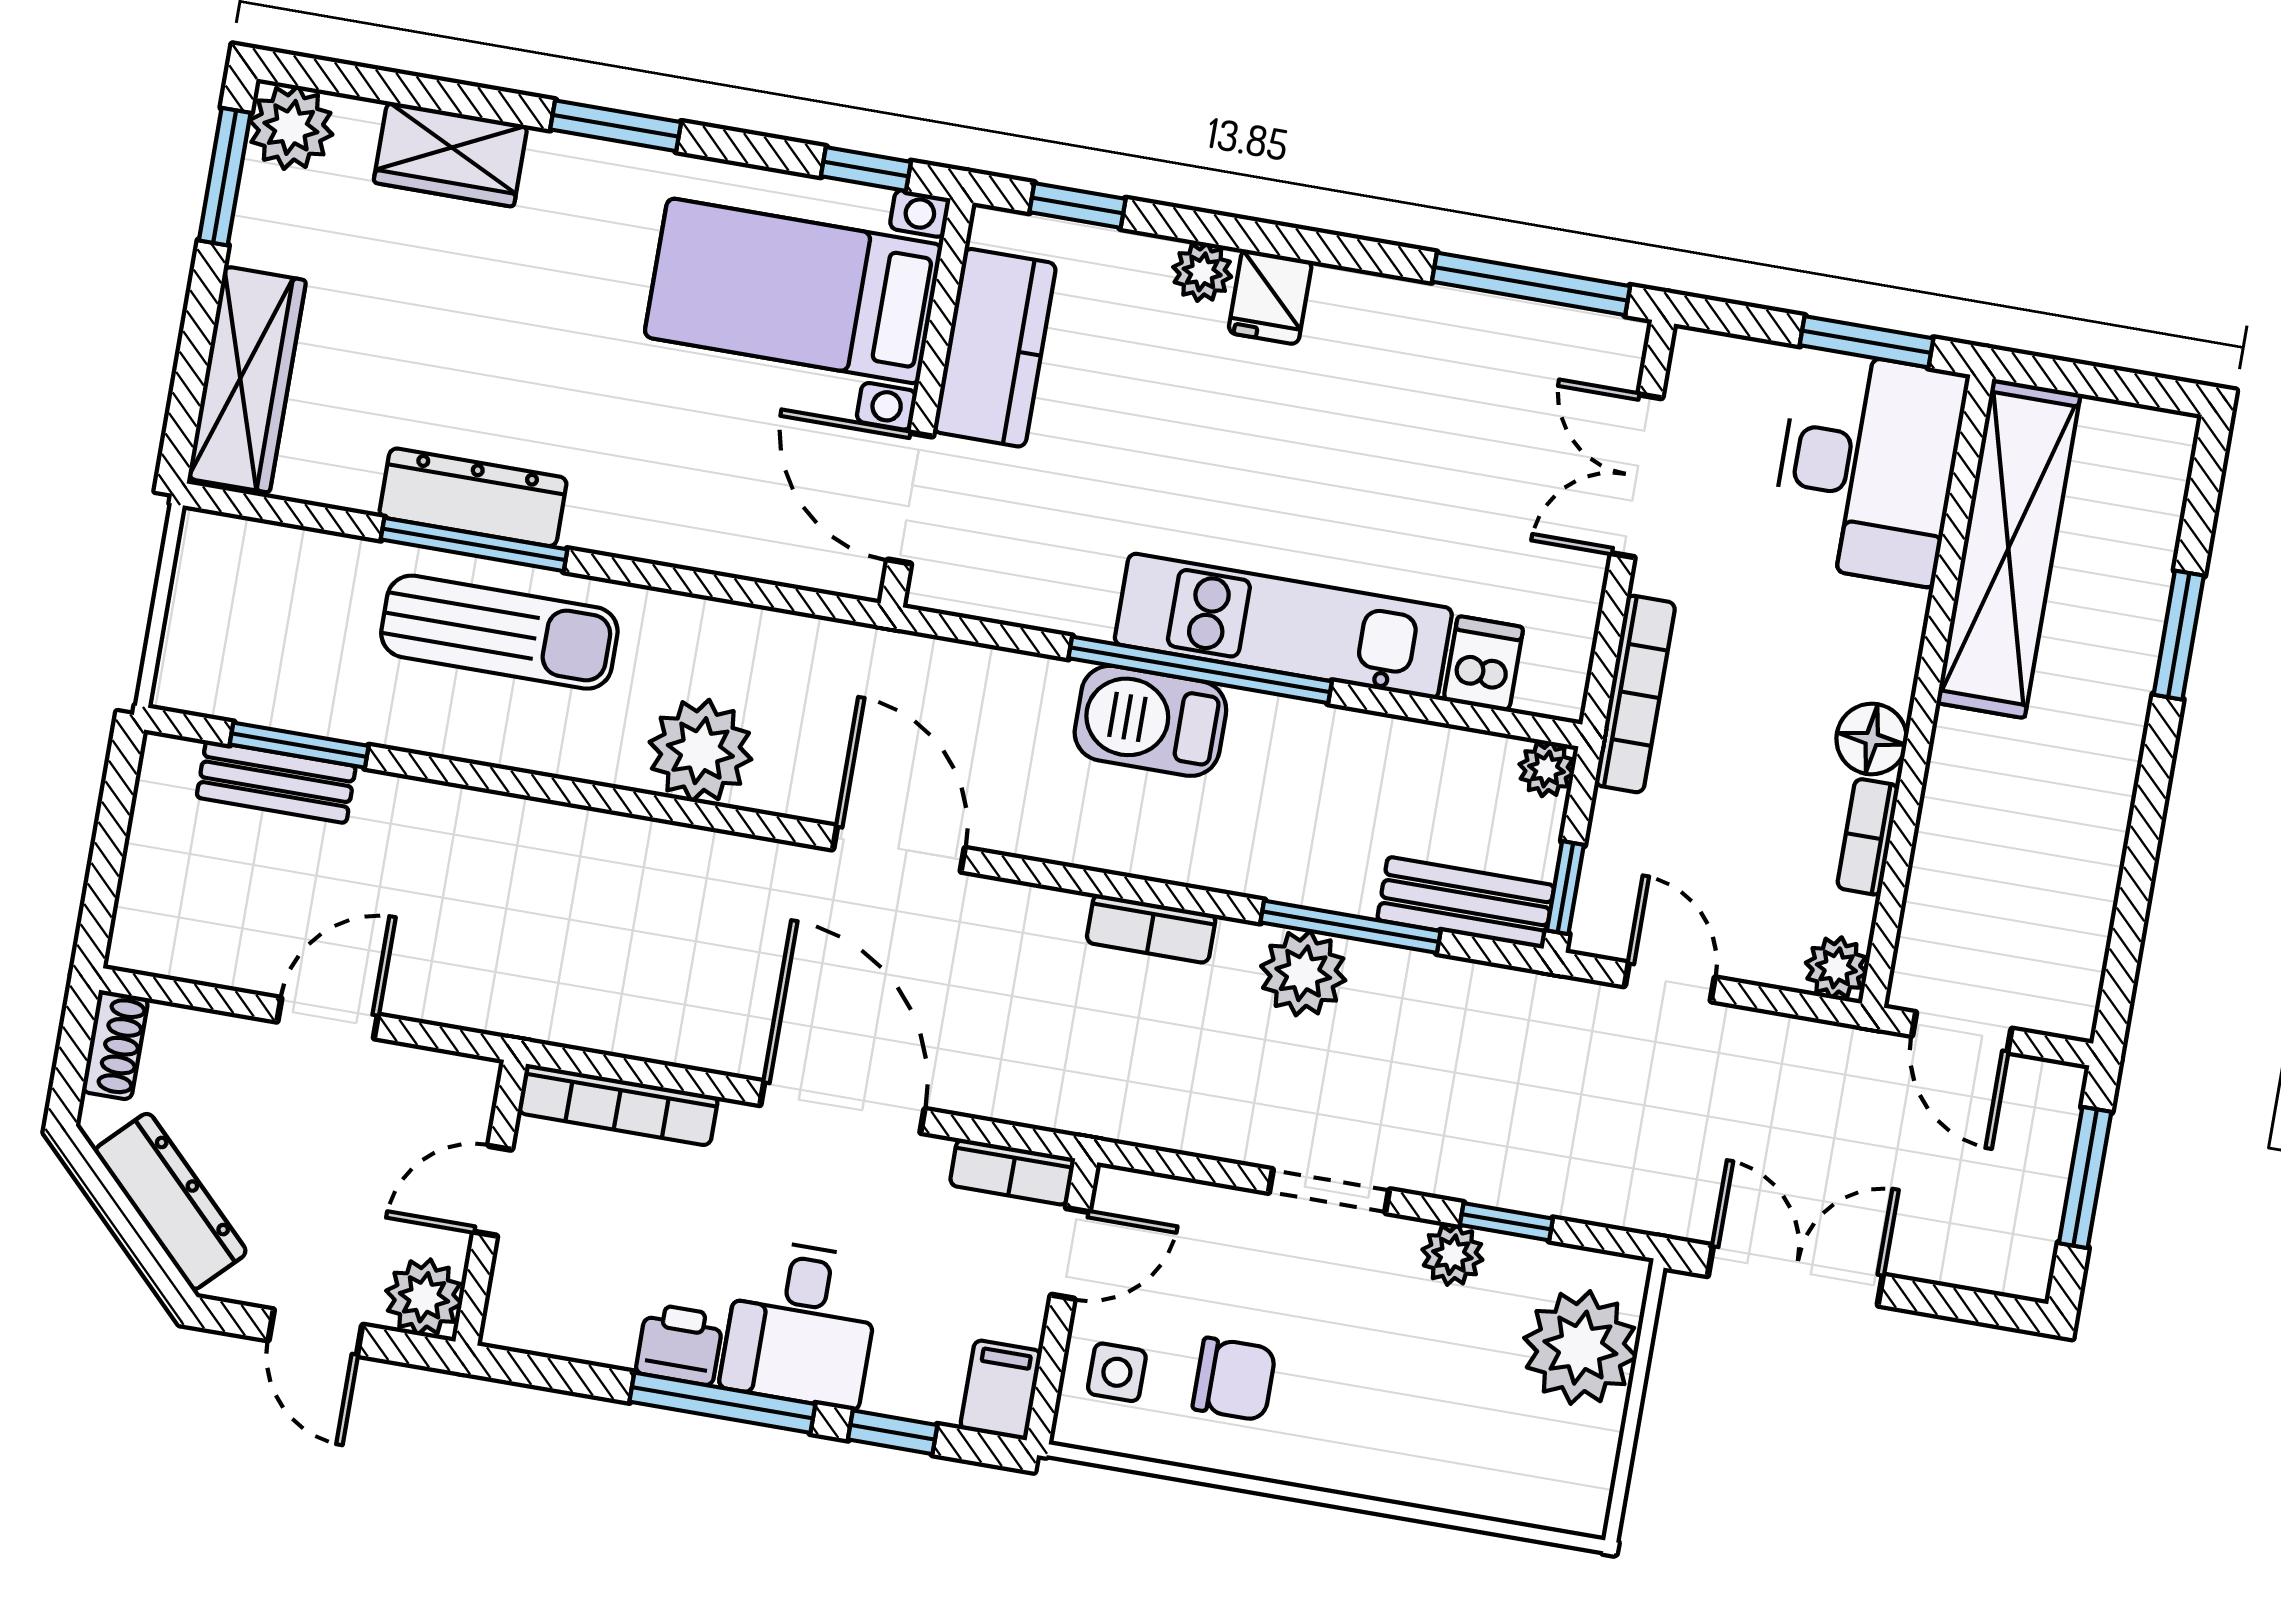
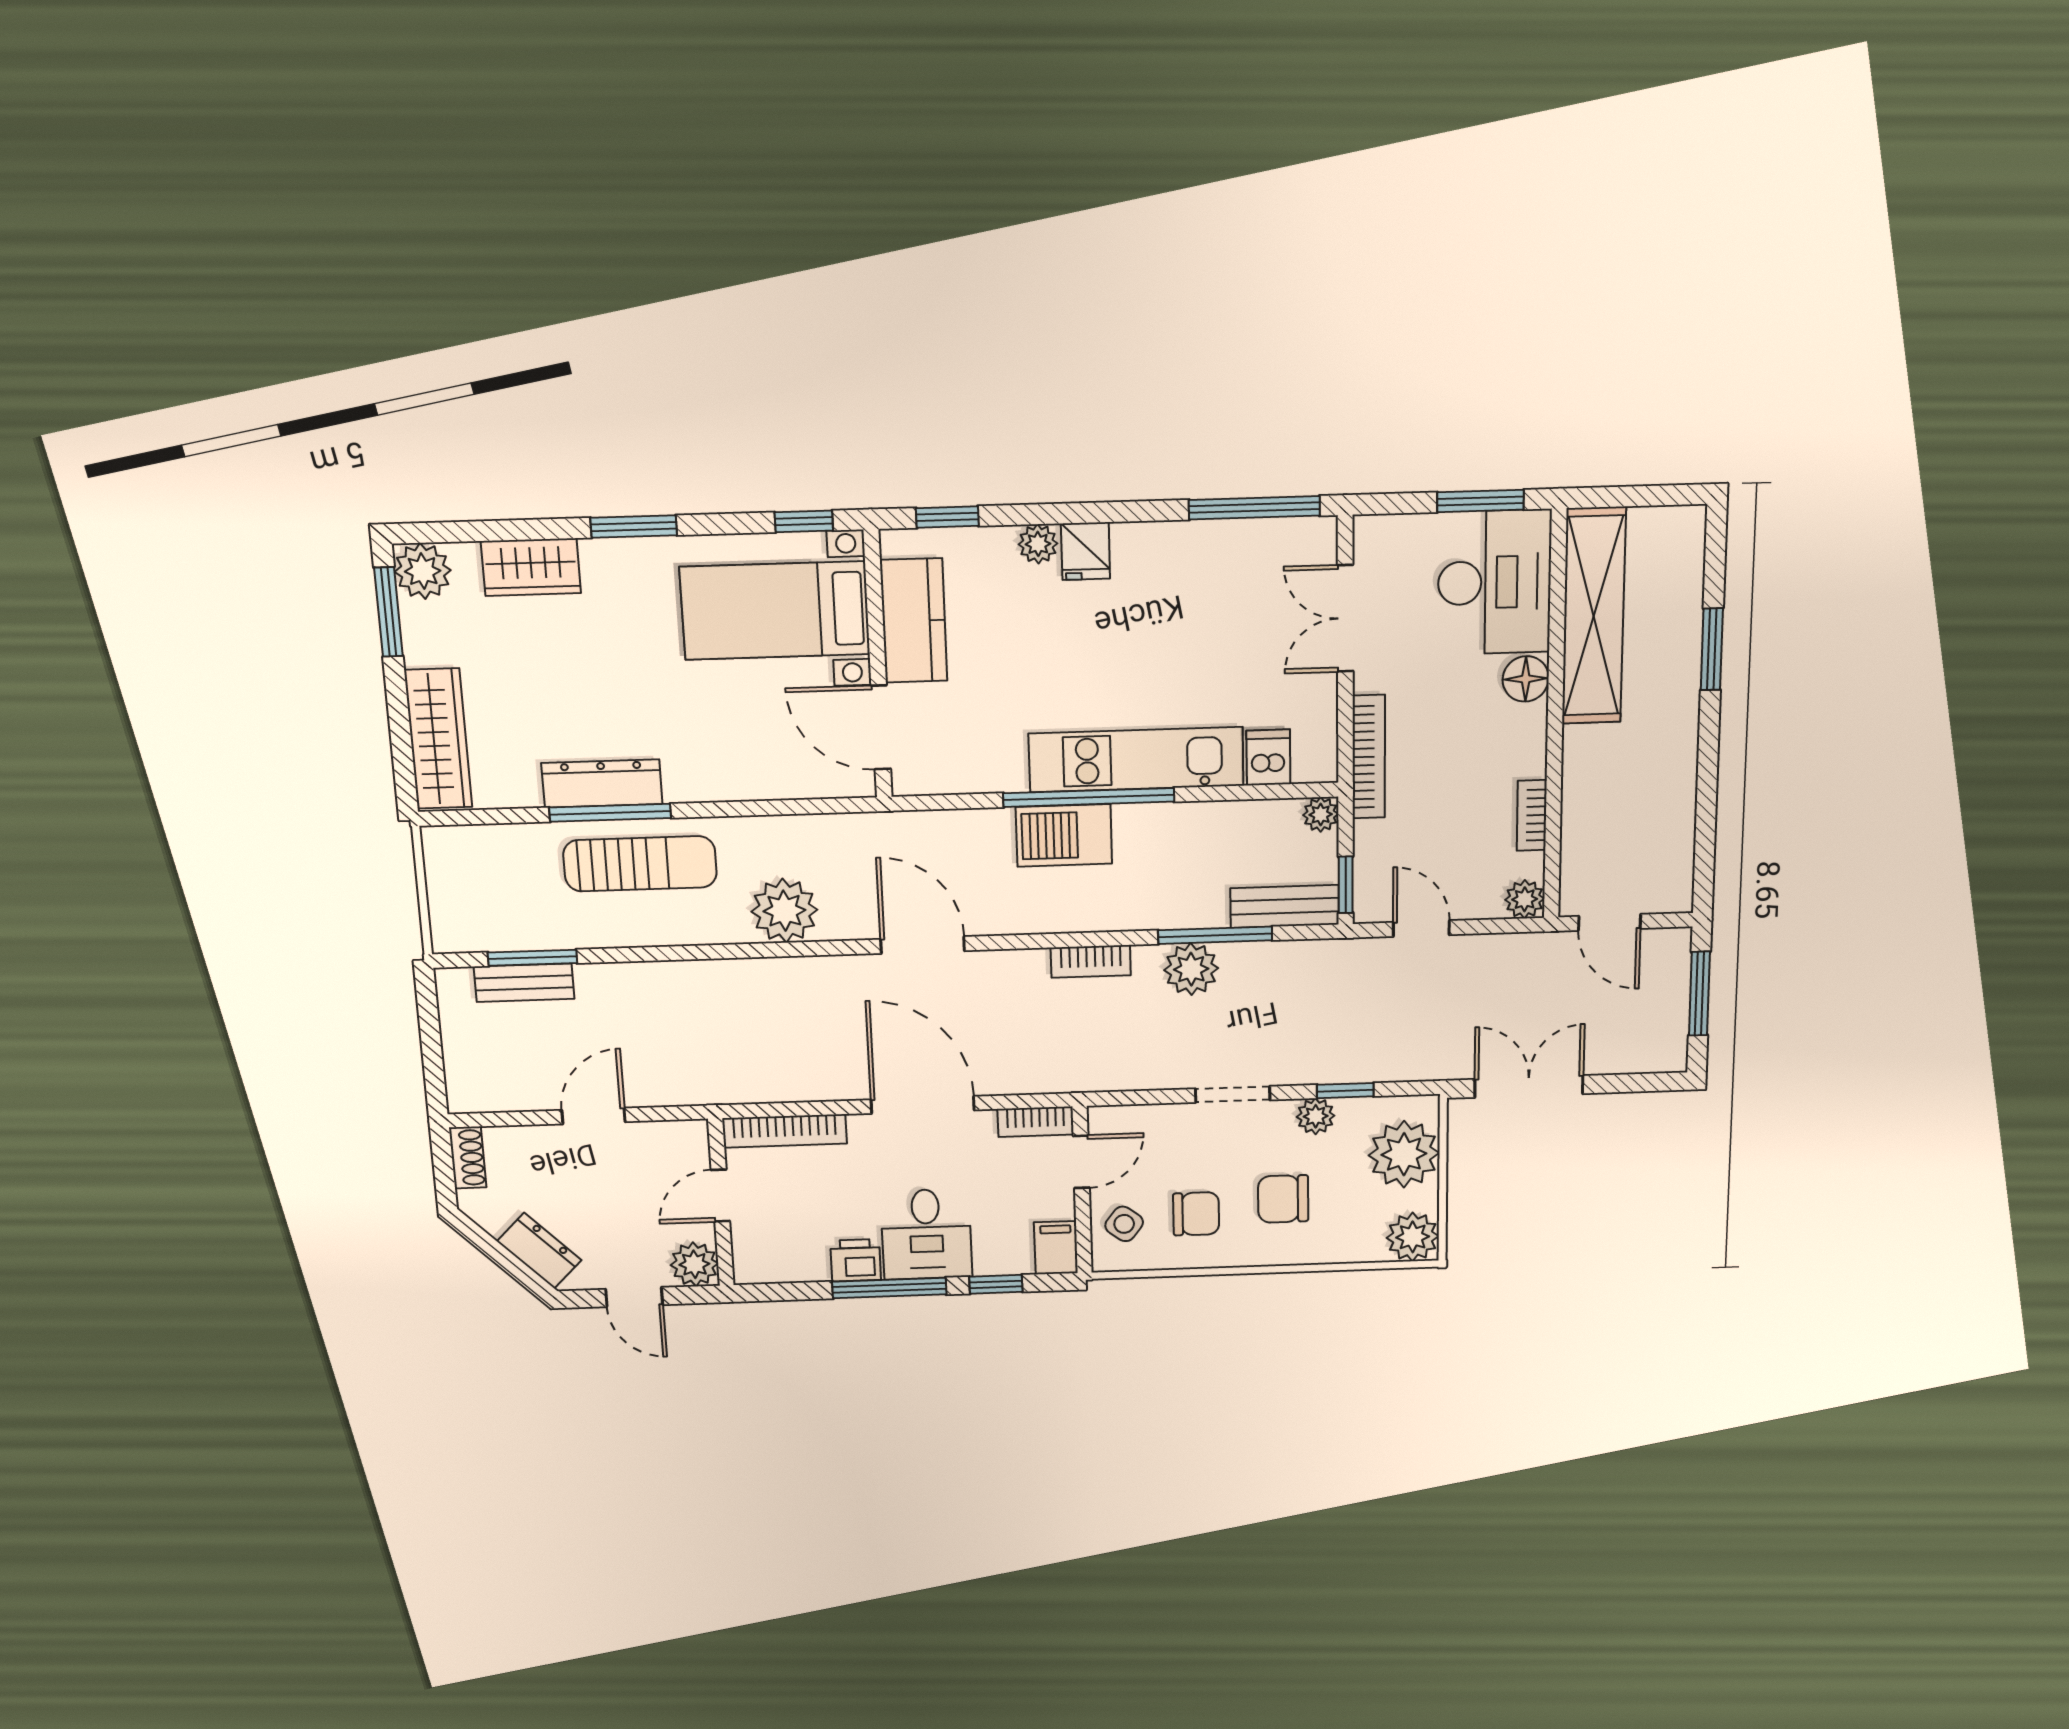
floor lamp: (1872, 739) -> (1526, 679), moved
dresser: (171, 1201) -> (539, 1251), width x0.70
side table: (1117, 1372) -> (1124, 1224), turned 37
chair: (1376, 1383) -> (1283, 1199), added
plant: (1571, 1491) -> (1413, 1237), added

